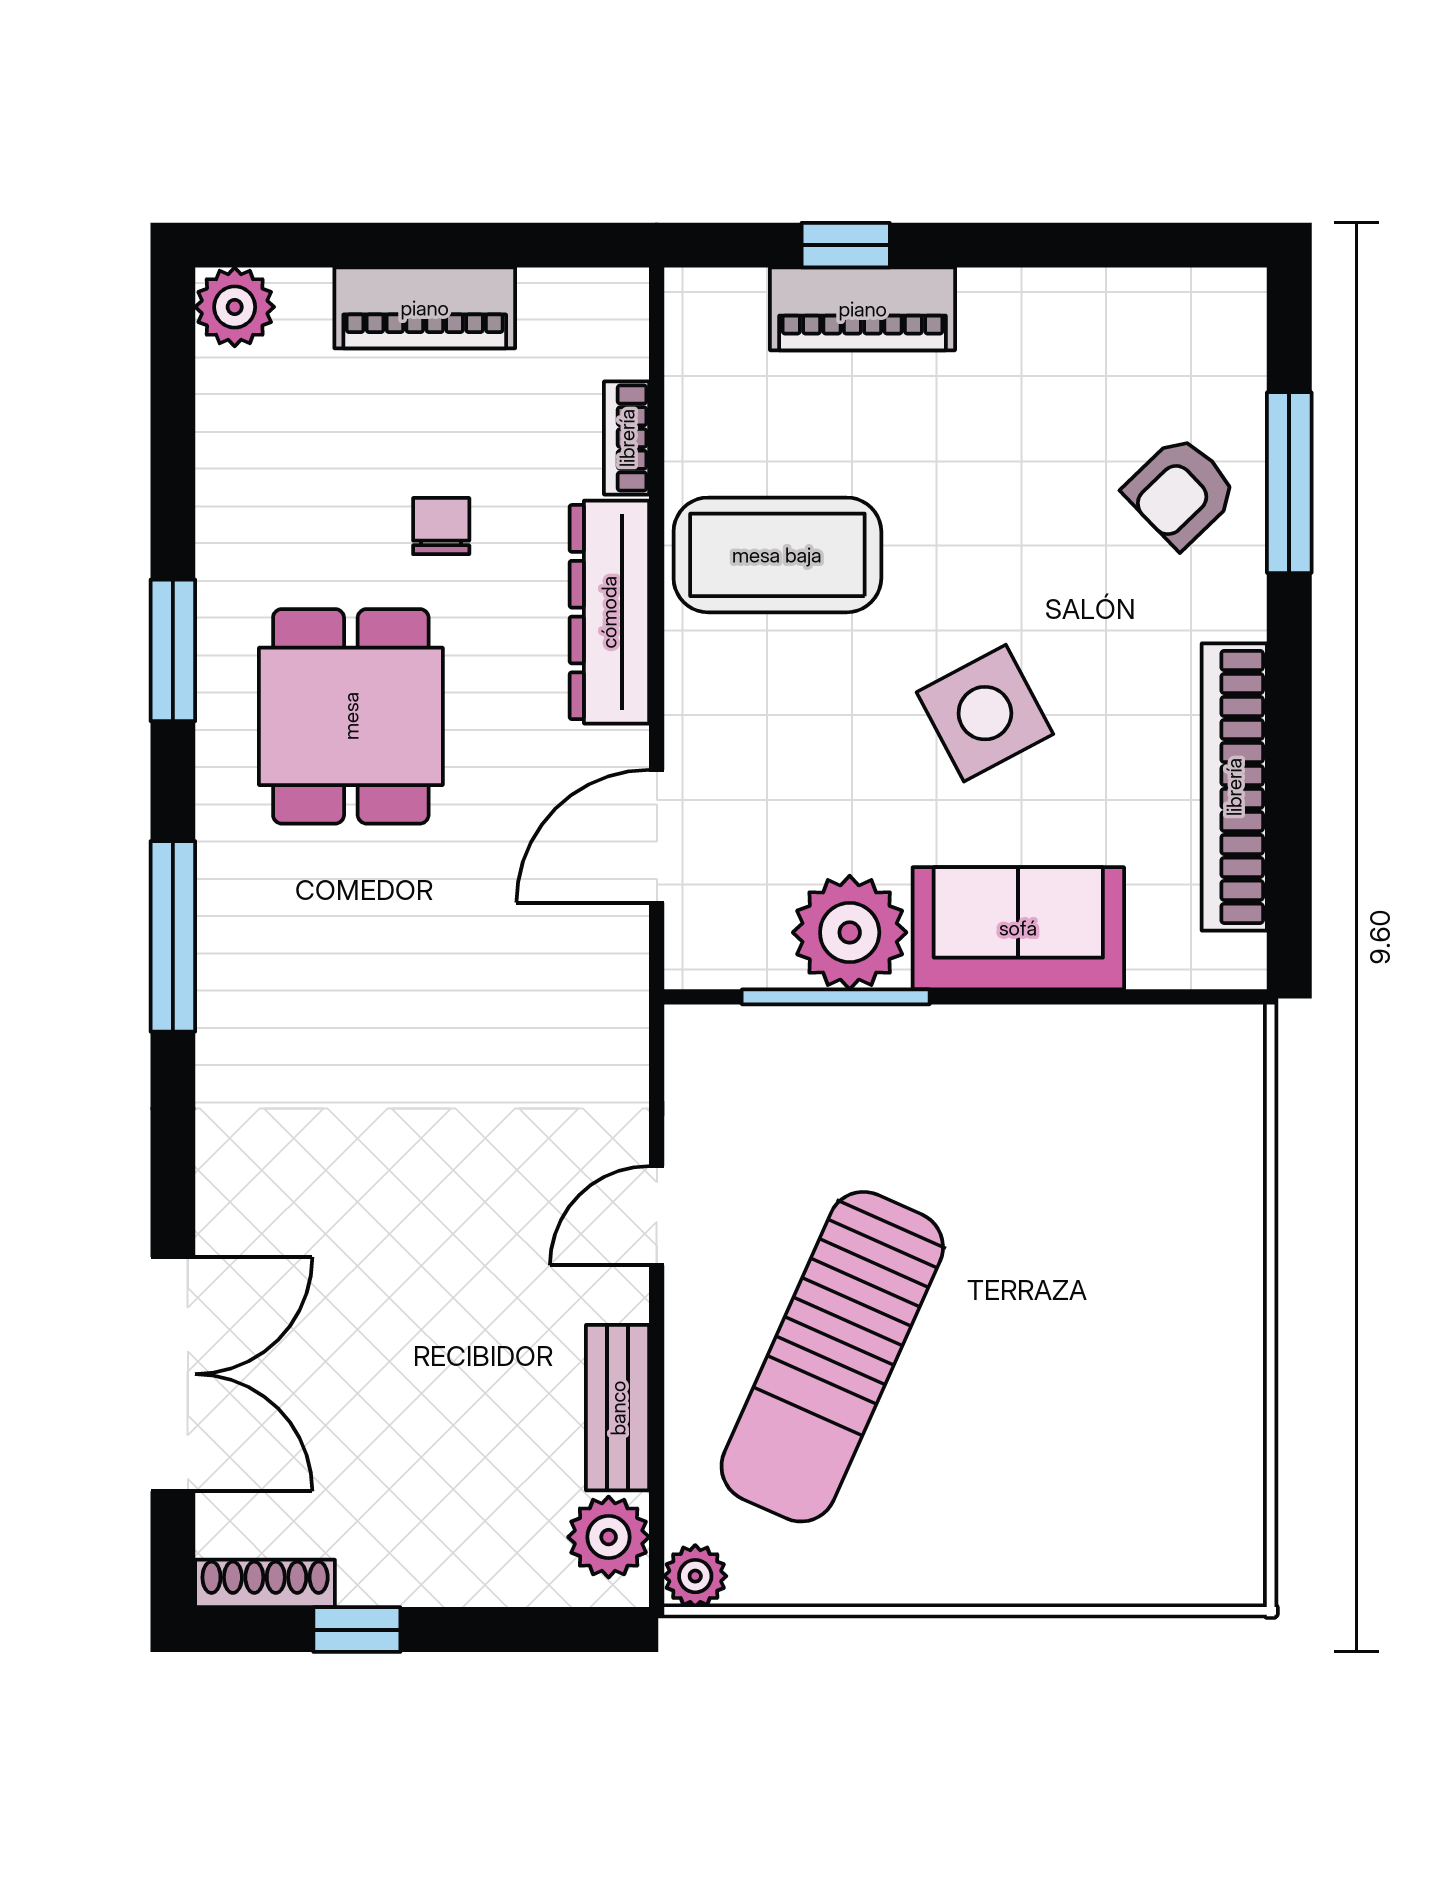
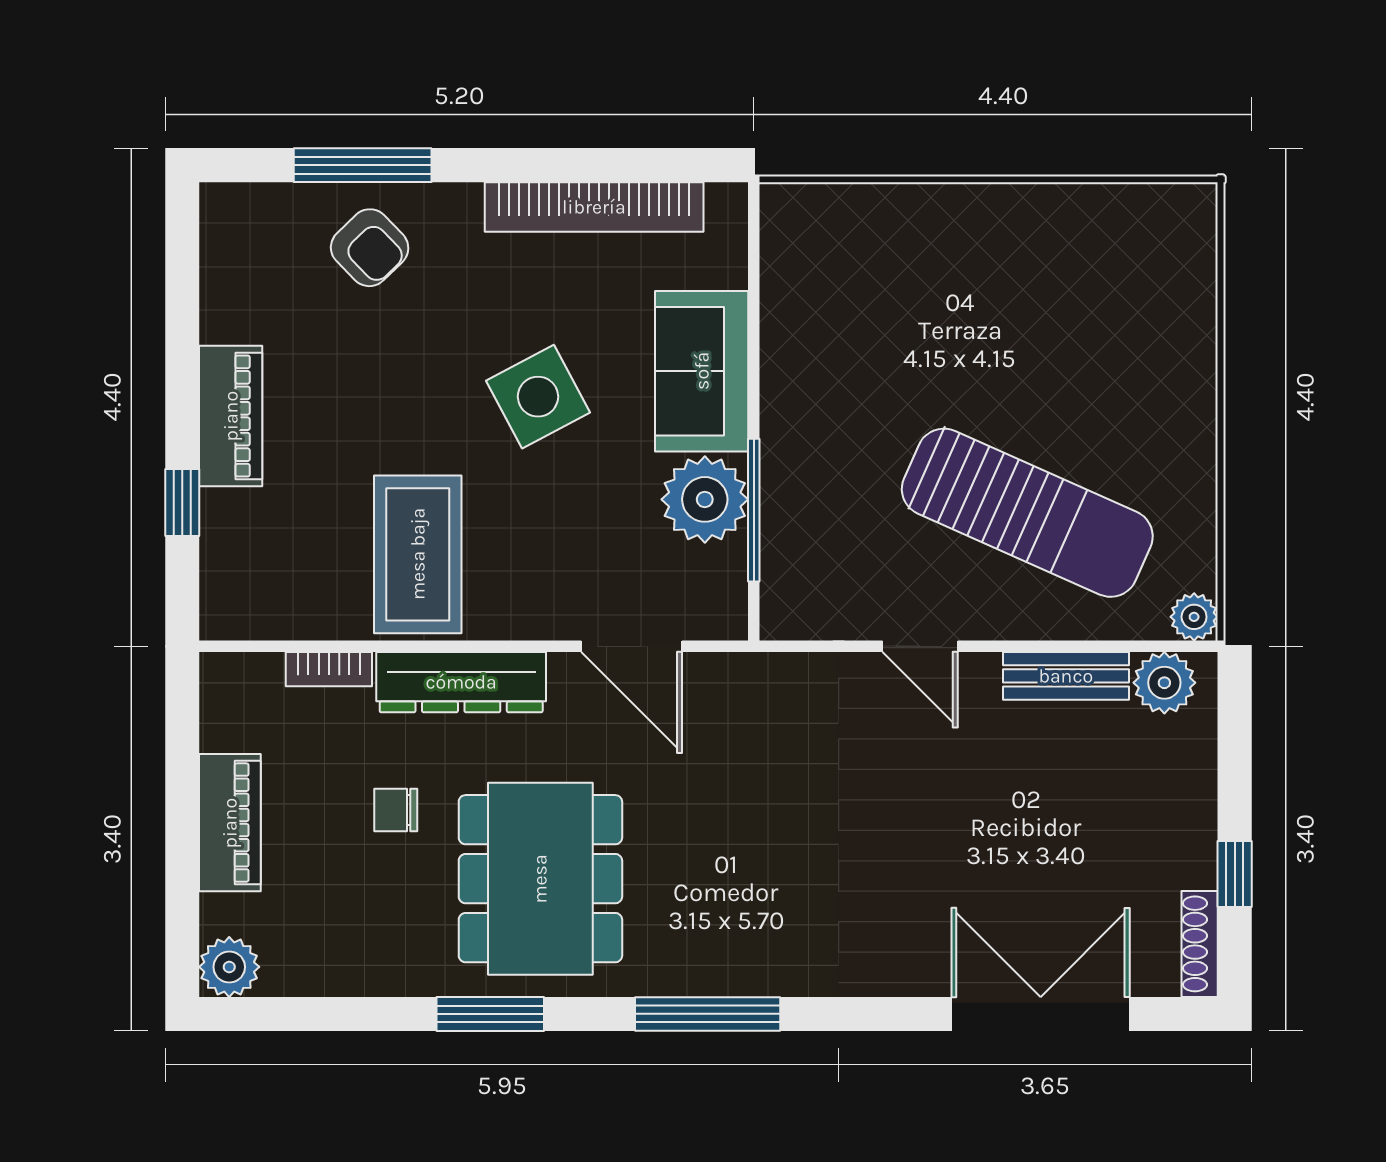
piano: (863, 309) -> (231, 416), moved
dining table: (351, 716) -> (540, 879), width x1.38

